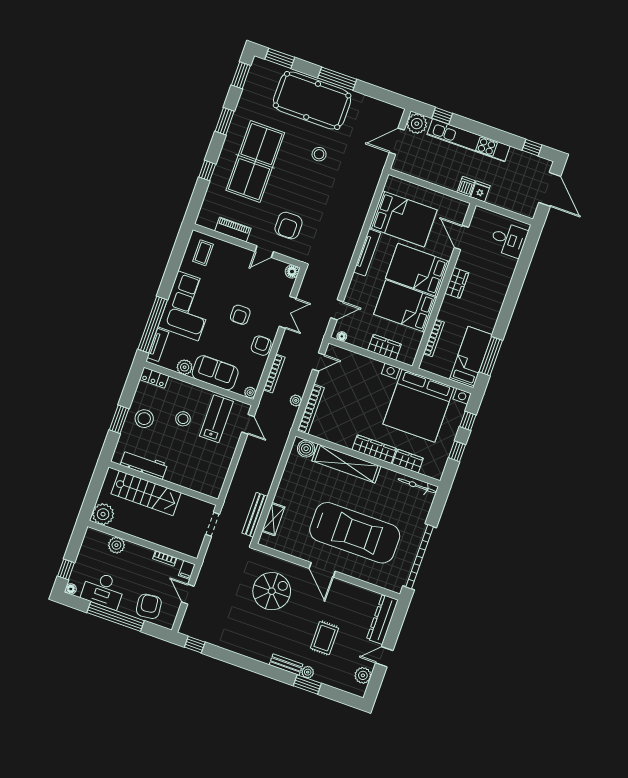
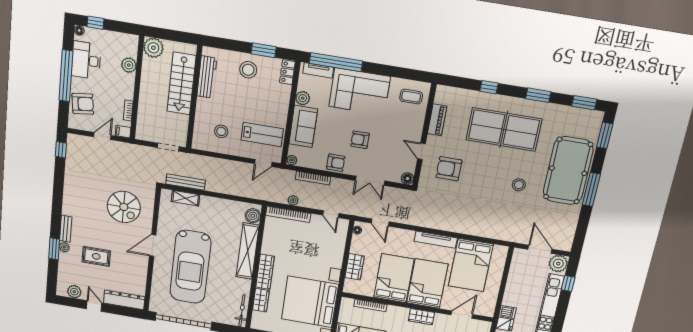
window: (119, 419) -> (264, 50), moved
stool: (183, 419) -> (221, 131), moved

